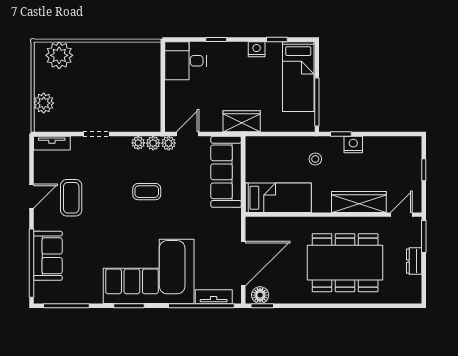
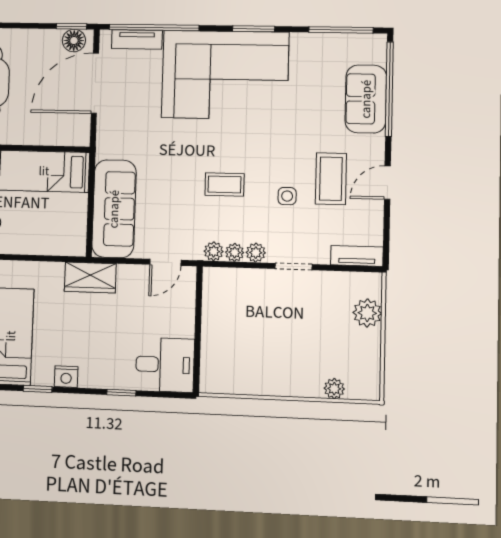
plant: (59, 55) -> (334, 389), width x0.53, depth x0.53
plant: (169, 143) -> (256, 253), moved
side table: (102, 184) -> (287, 196), added

